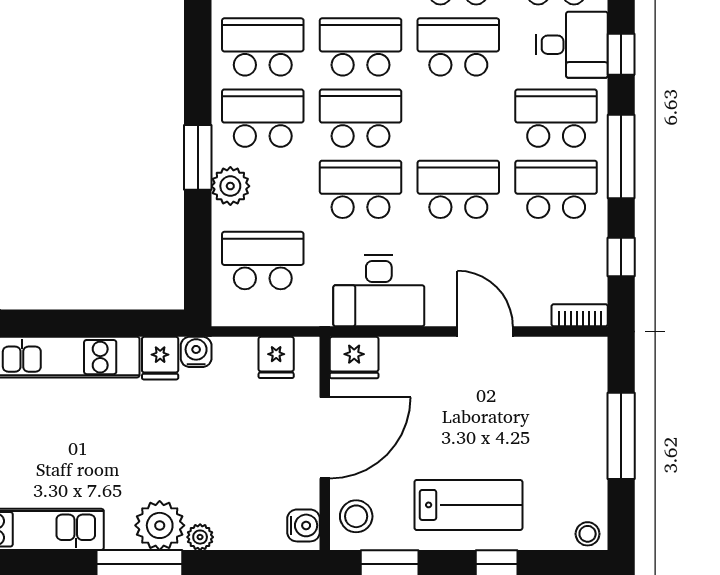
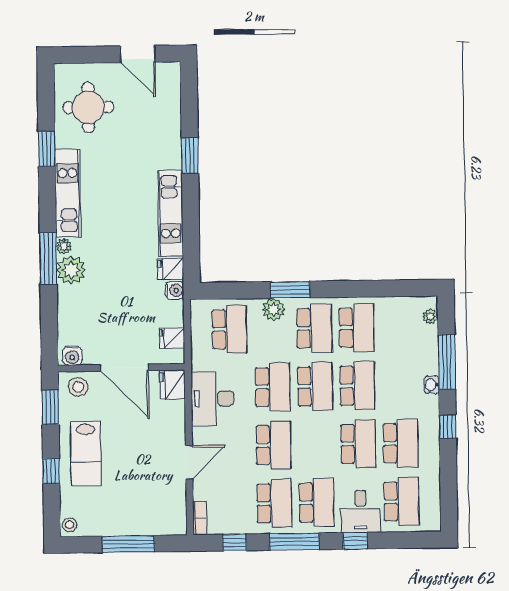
plant: (200, 537) -> (64, 246), moved

